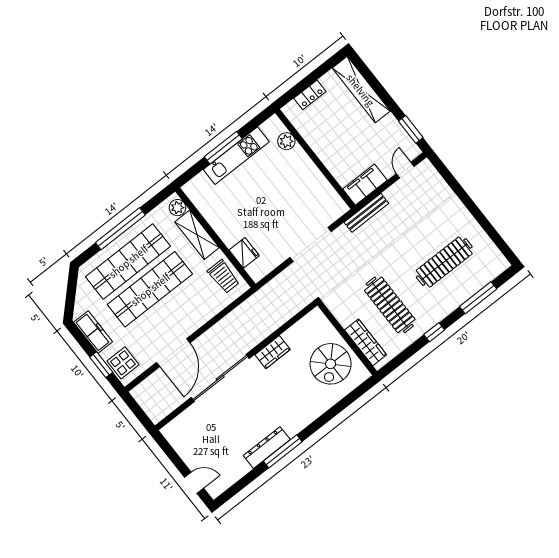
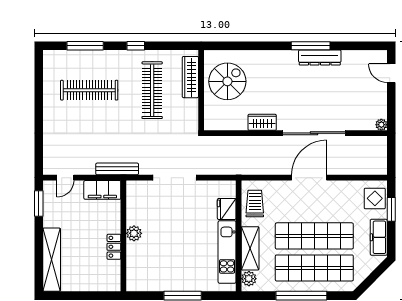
locker: (310, 95) -> (114, 247), moved, turned -90
plant: (286, 141) -> (134, 233), moved
kitchen unit: (236, 156) -> (227, 252), moved, turned -90
door: (173, 353) -> (309, 178), moved
plant: (168, 431) -> (381, 125), added

